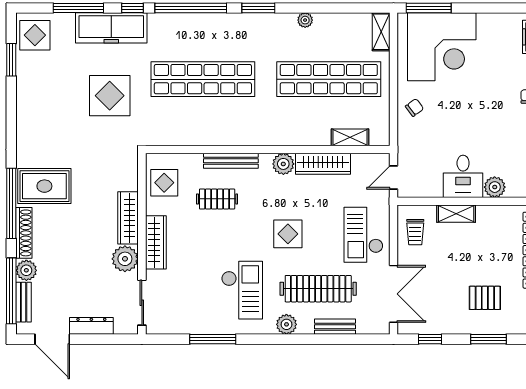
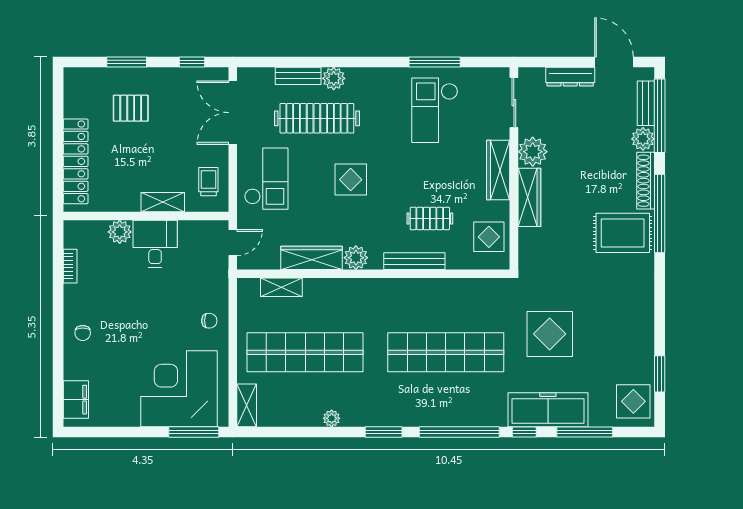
chair: (414, 107) -> (209, 321), turned -143
checkout: (242, 290) -> (435, 110), moved
plant: (286, 324) -> (334, 78), moved

